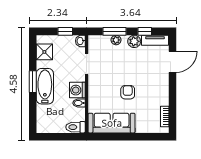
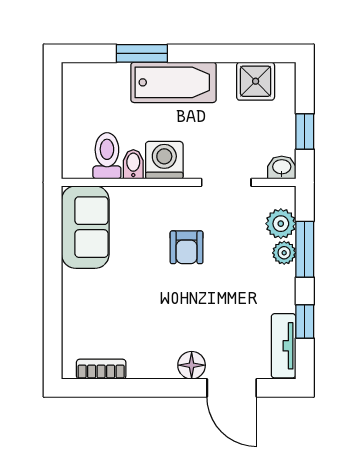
plant: (134, 41) -> (281, 224), moved
floor lamp: (163, 79) -> (192, 365), added
window: (33, 82) -> (142, 53), moved
armchair: (128, 92) -> (187, 247), moved, turned 90
sofa: (112, 123) -> (85, 227), width x0.73
toilet: (76, 127) -> (107, 156), moved

